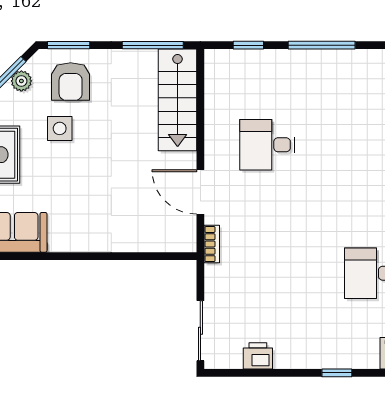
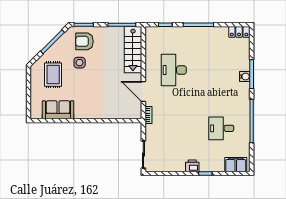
plant: (21, 81) -> (62, 41), removed
armchair: (71, 82) -> (84, 41), turned 90
desk: (267, 145) -> (174, 70), width x1.37
printer: (258, 356) -> (192, 166), moved

